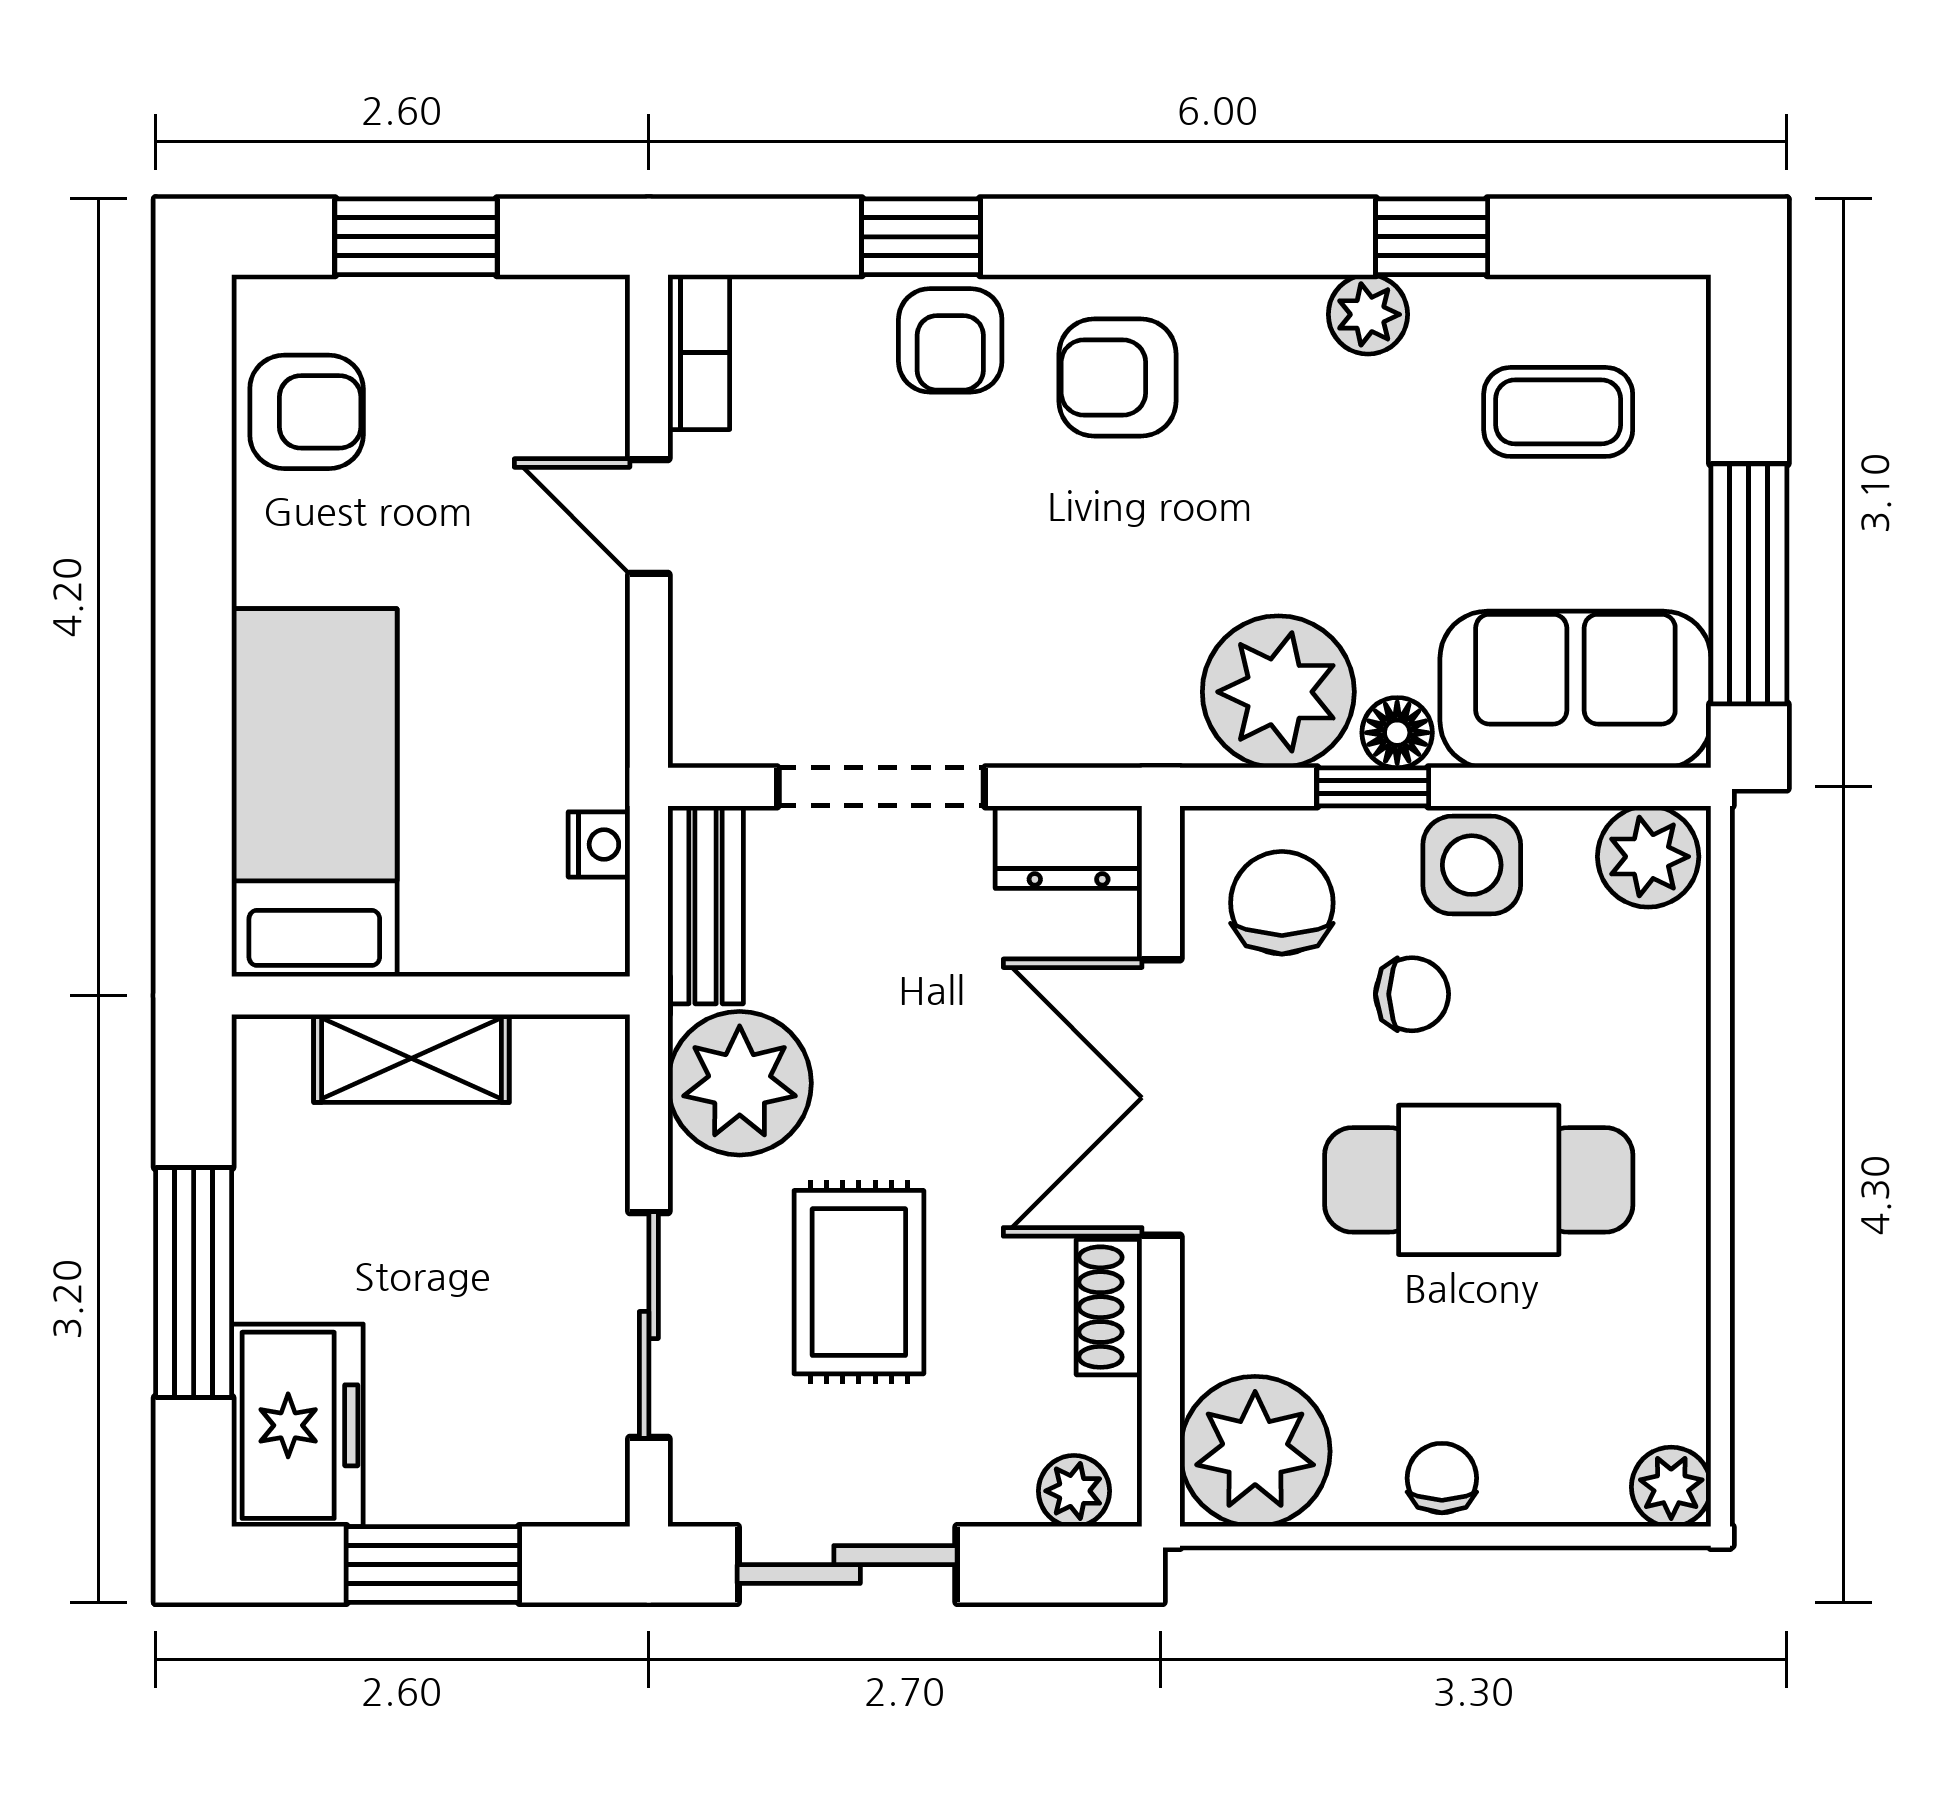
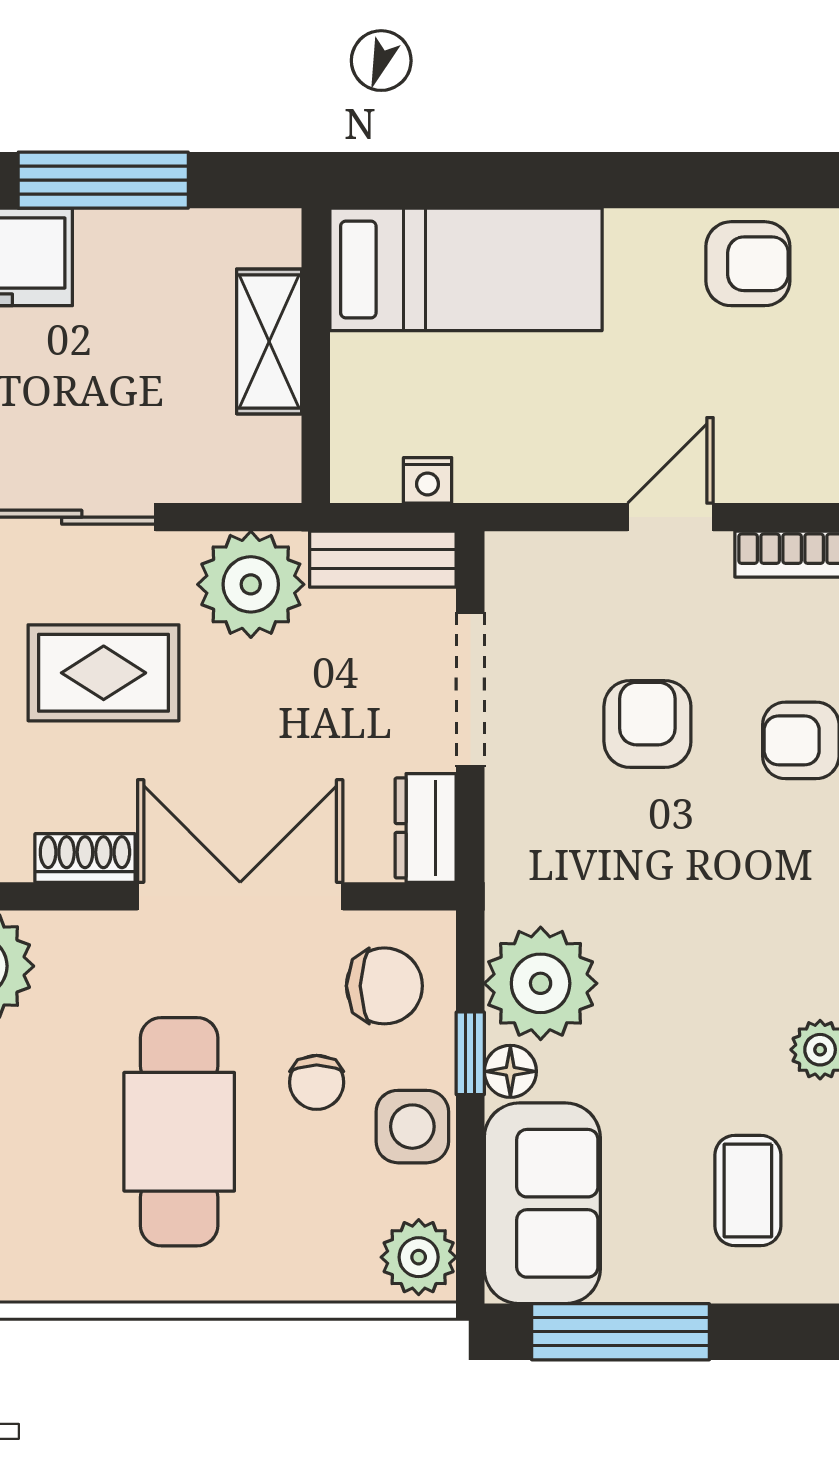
armchair: (1117, 378) -> (647, 724), moved
armchair: (307, 412) -> (748, 264), turned -90

